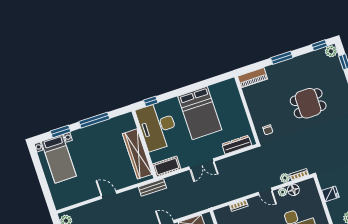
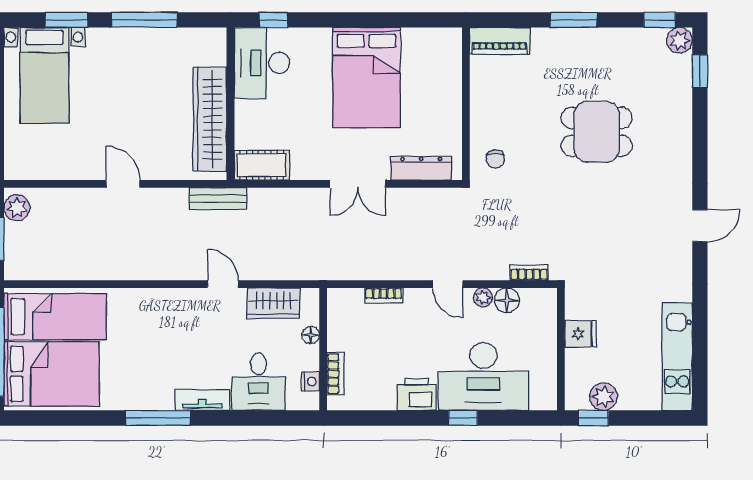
desk: (157, 126) -> (262, 63), width x0.73, depth x0.77
double door: (201, 164) -> (358, 184), moved
plant: (285, 178) -> (497, 270), removed

